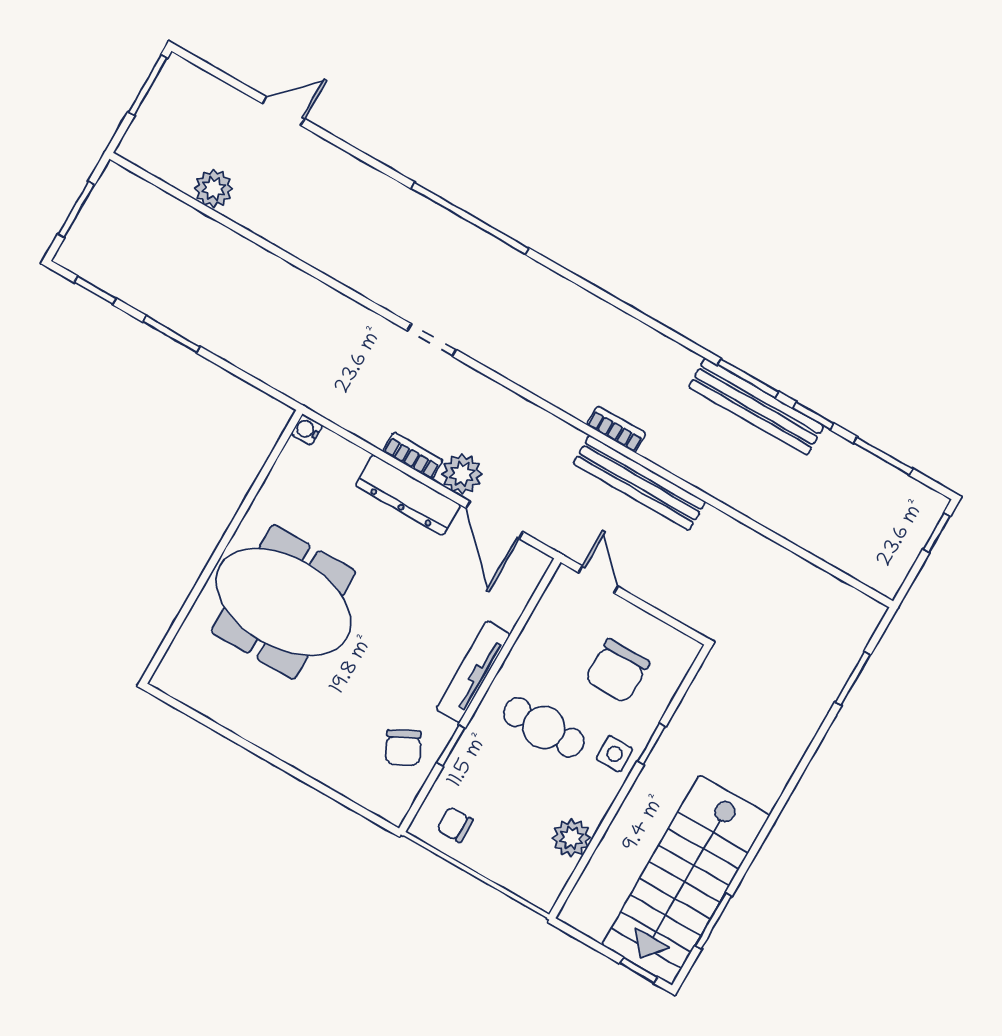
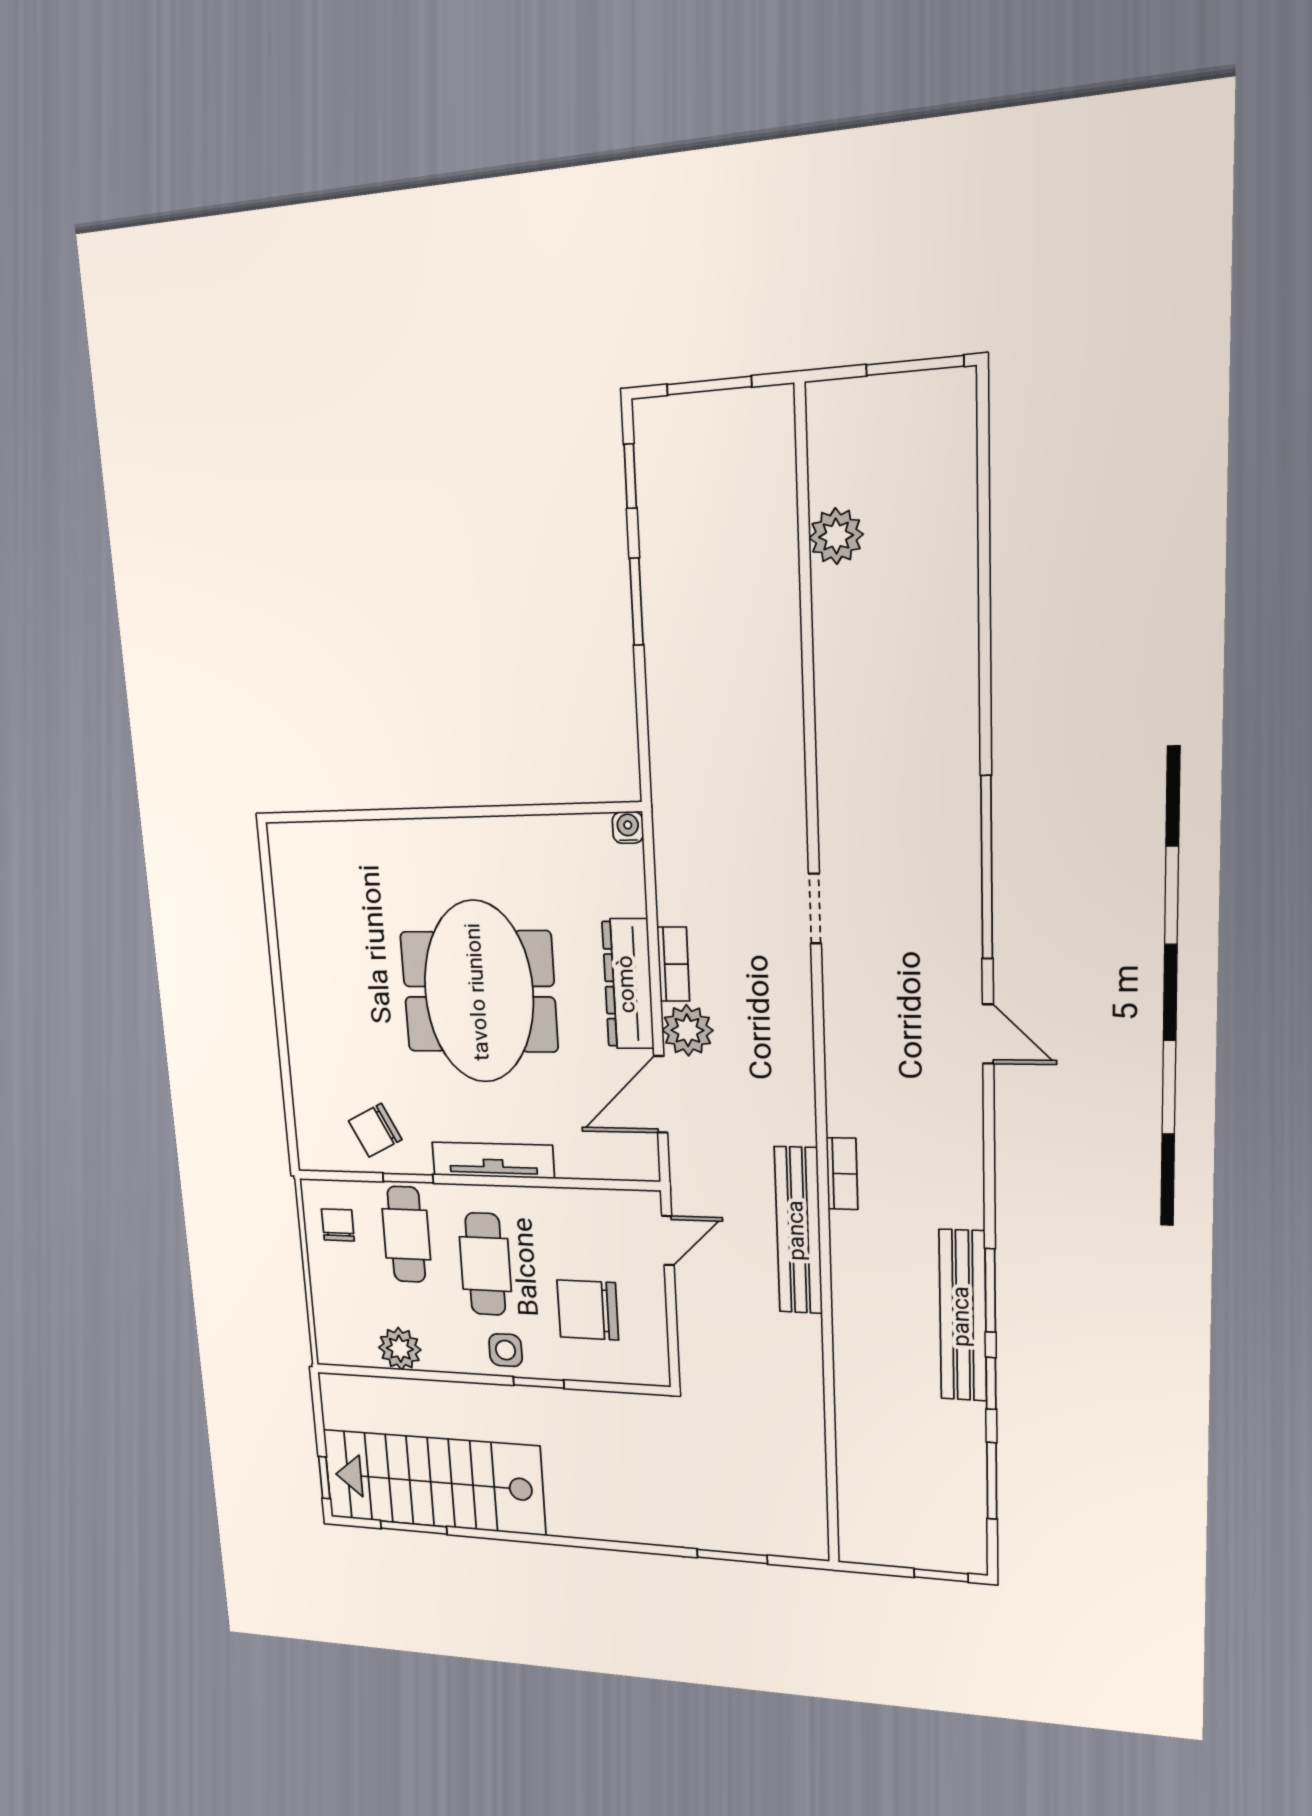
door: (283, 111) -> (988, 1034), moved
meeting table: (283, 602) -> (479, 992), moved
cafe table: (490, 775) -> (406, 1234), added

